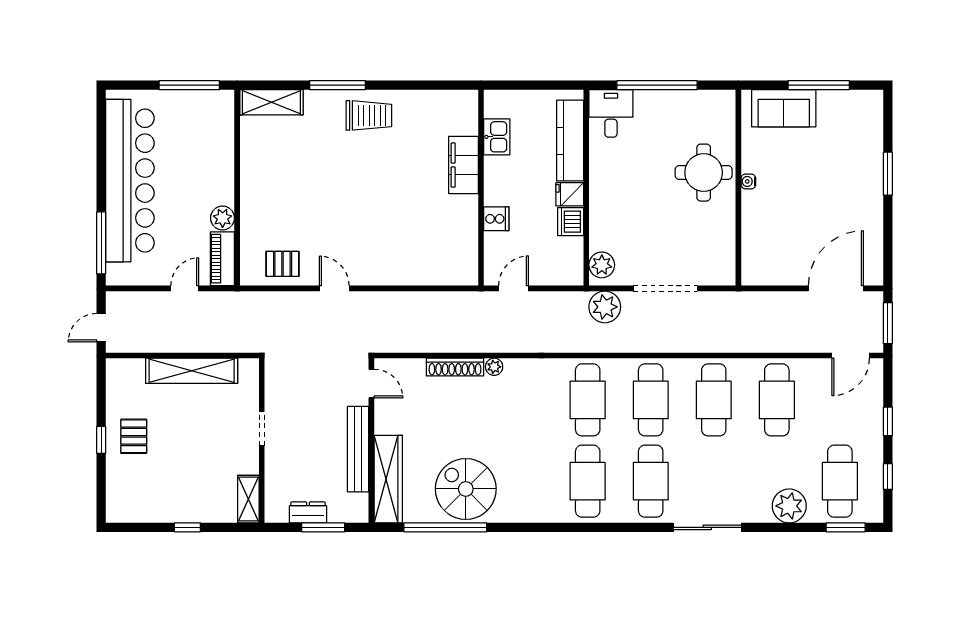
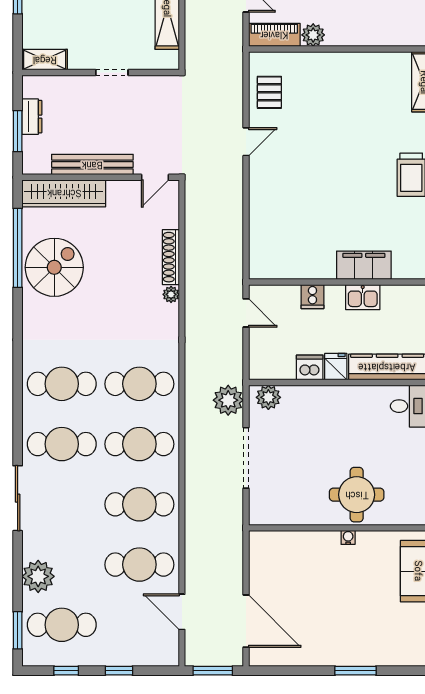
kitchen sink: (497, 137) -> (363, 297), moved
door: (851, 356) -> (182, 612), moved

